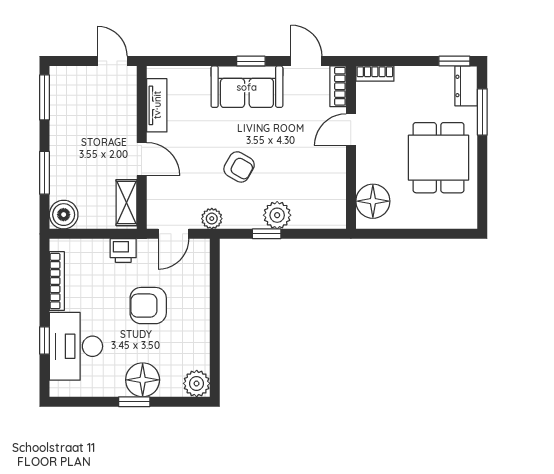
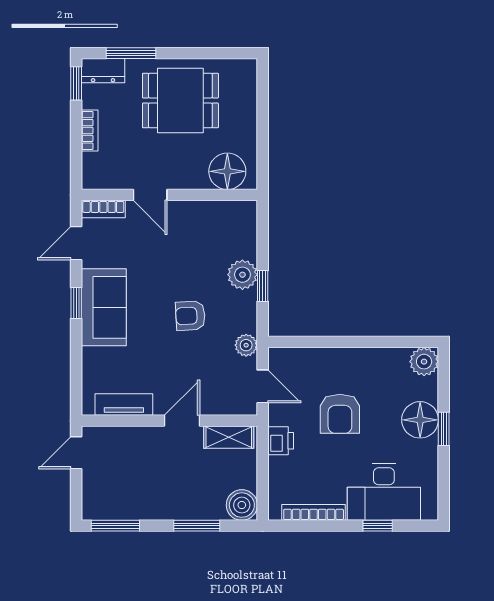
bookcase: (375, 74) -> (90, 130), moved
armchair: (239, 167) -> (190, 316), turned -123

